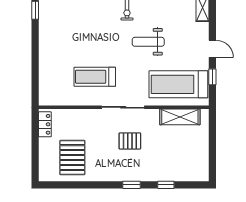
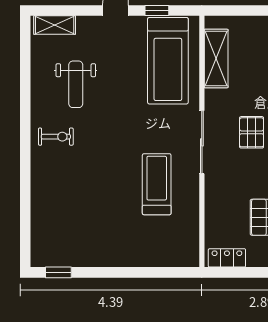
weight bench: (148, 42) -> (76, 84), moved
treadmill: (95, 77) -> (157, 184), turned 180

